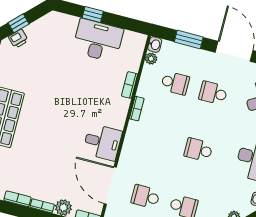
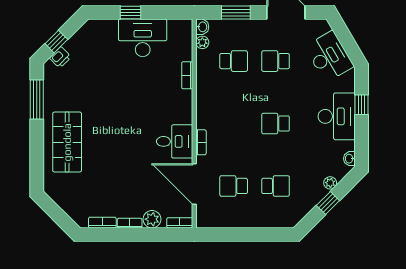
bookcase: (137, 109) -> (201, 142), moved

